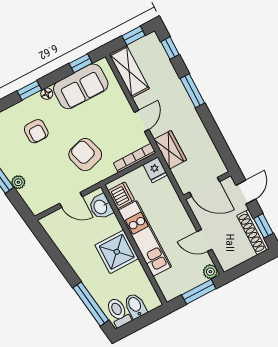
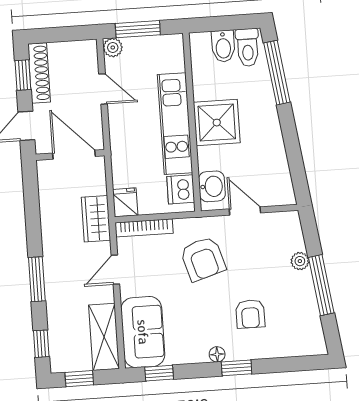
sofa: (81, 86) -> (143, 332), moved, turned 90
armchair: (36, 131) -> (250, 314), turned 180

